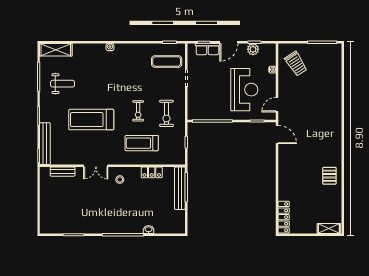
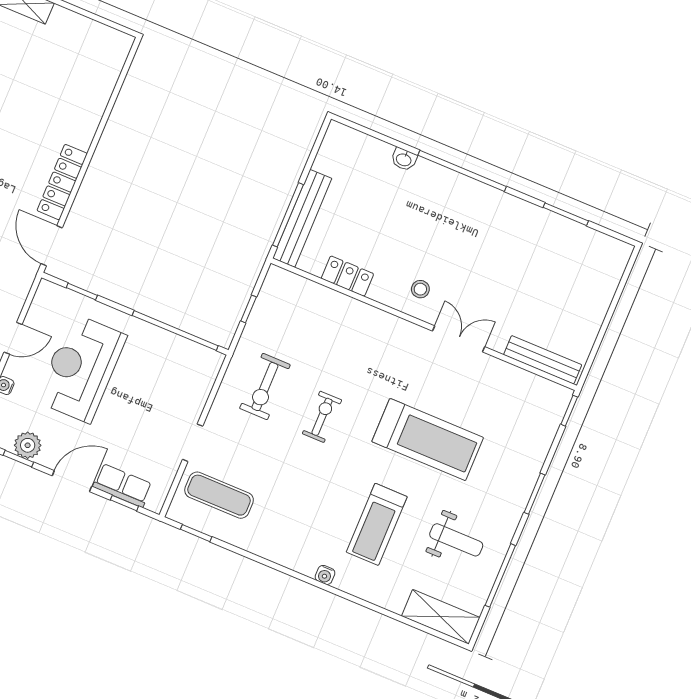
weight bench: (63, 84) -> (456, 540), turned 180
door: (277, 105) -> (13, 338), moved
exercise bike: (166, 113) -> (265, 387), turned 180
treadmill: (142, 143) -> (377, 524), moved, turned 90
bench: (45, 144) -> (546, 430), removed
bench: (63, 172) -> (543, 360), width x1.36
locker: (284, 217) -> (62, 182), moved

